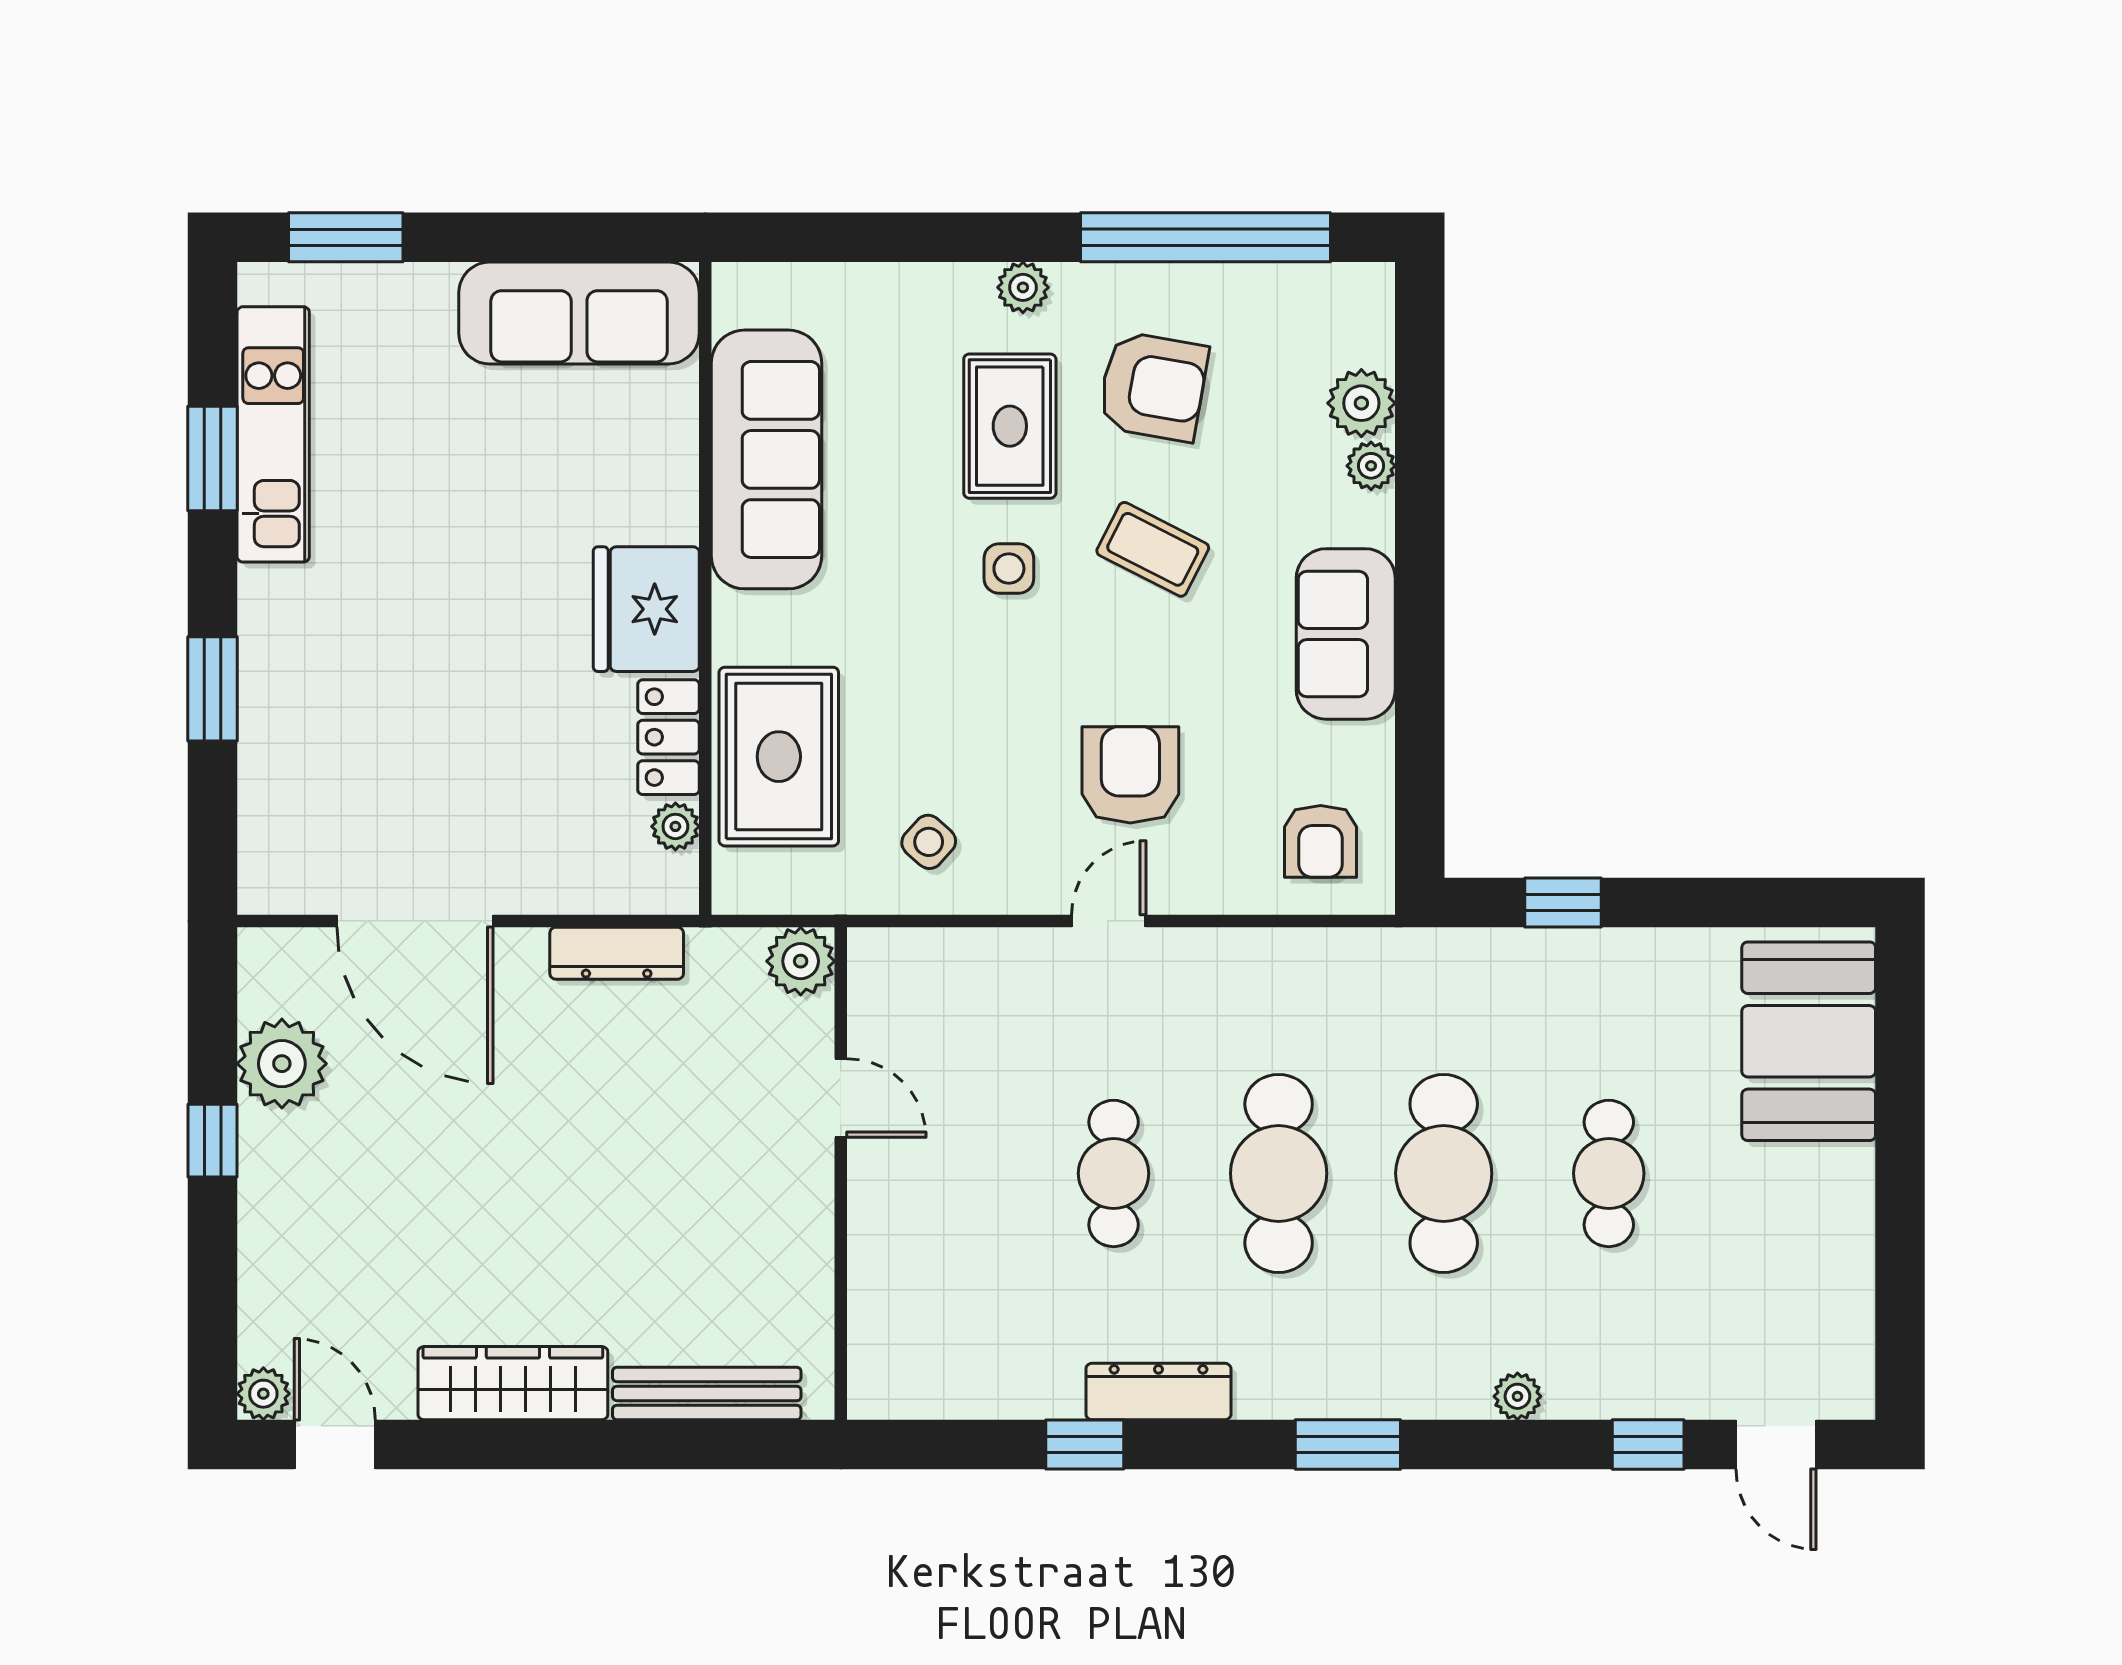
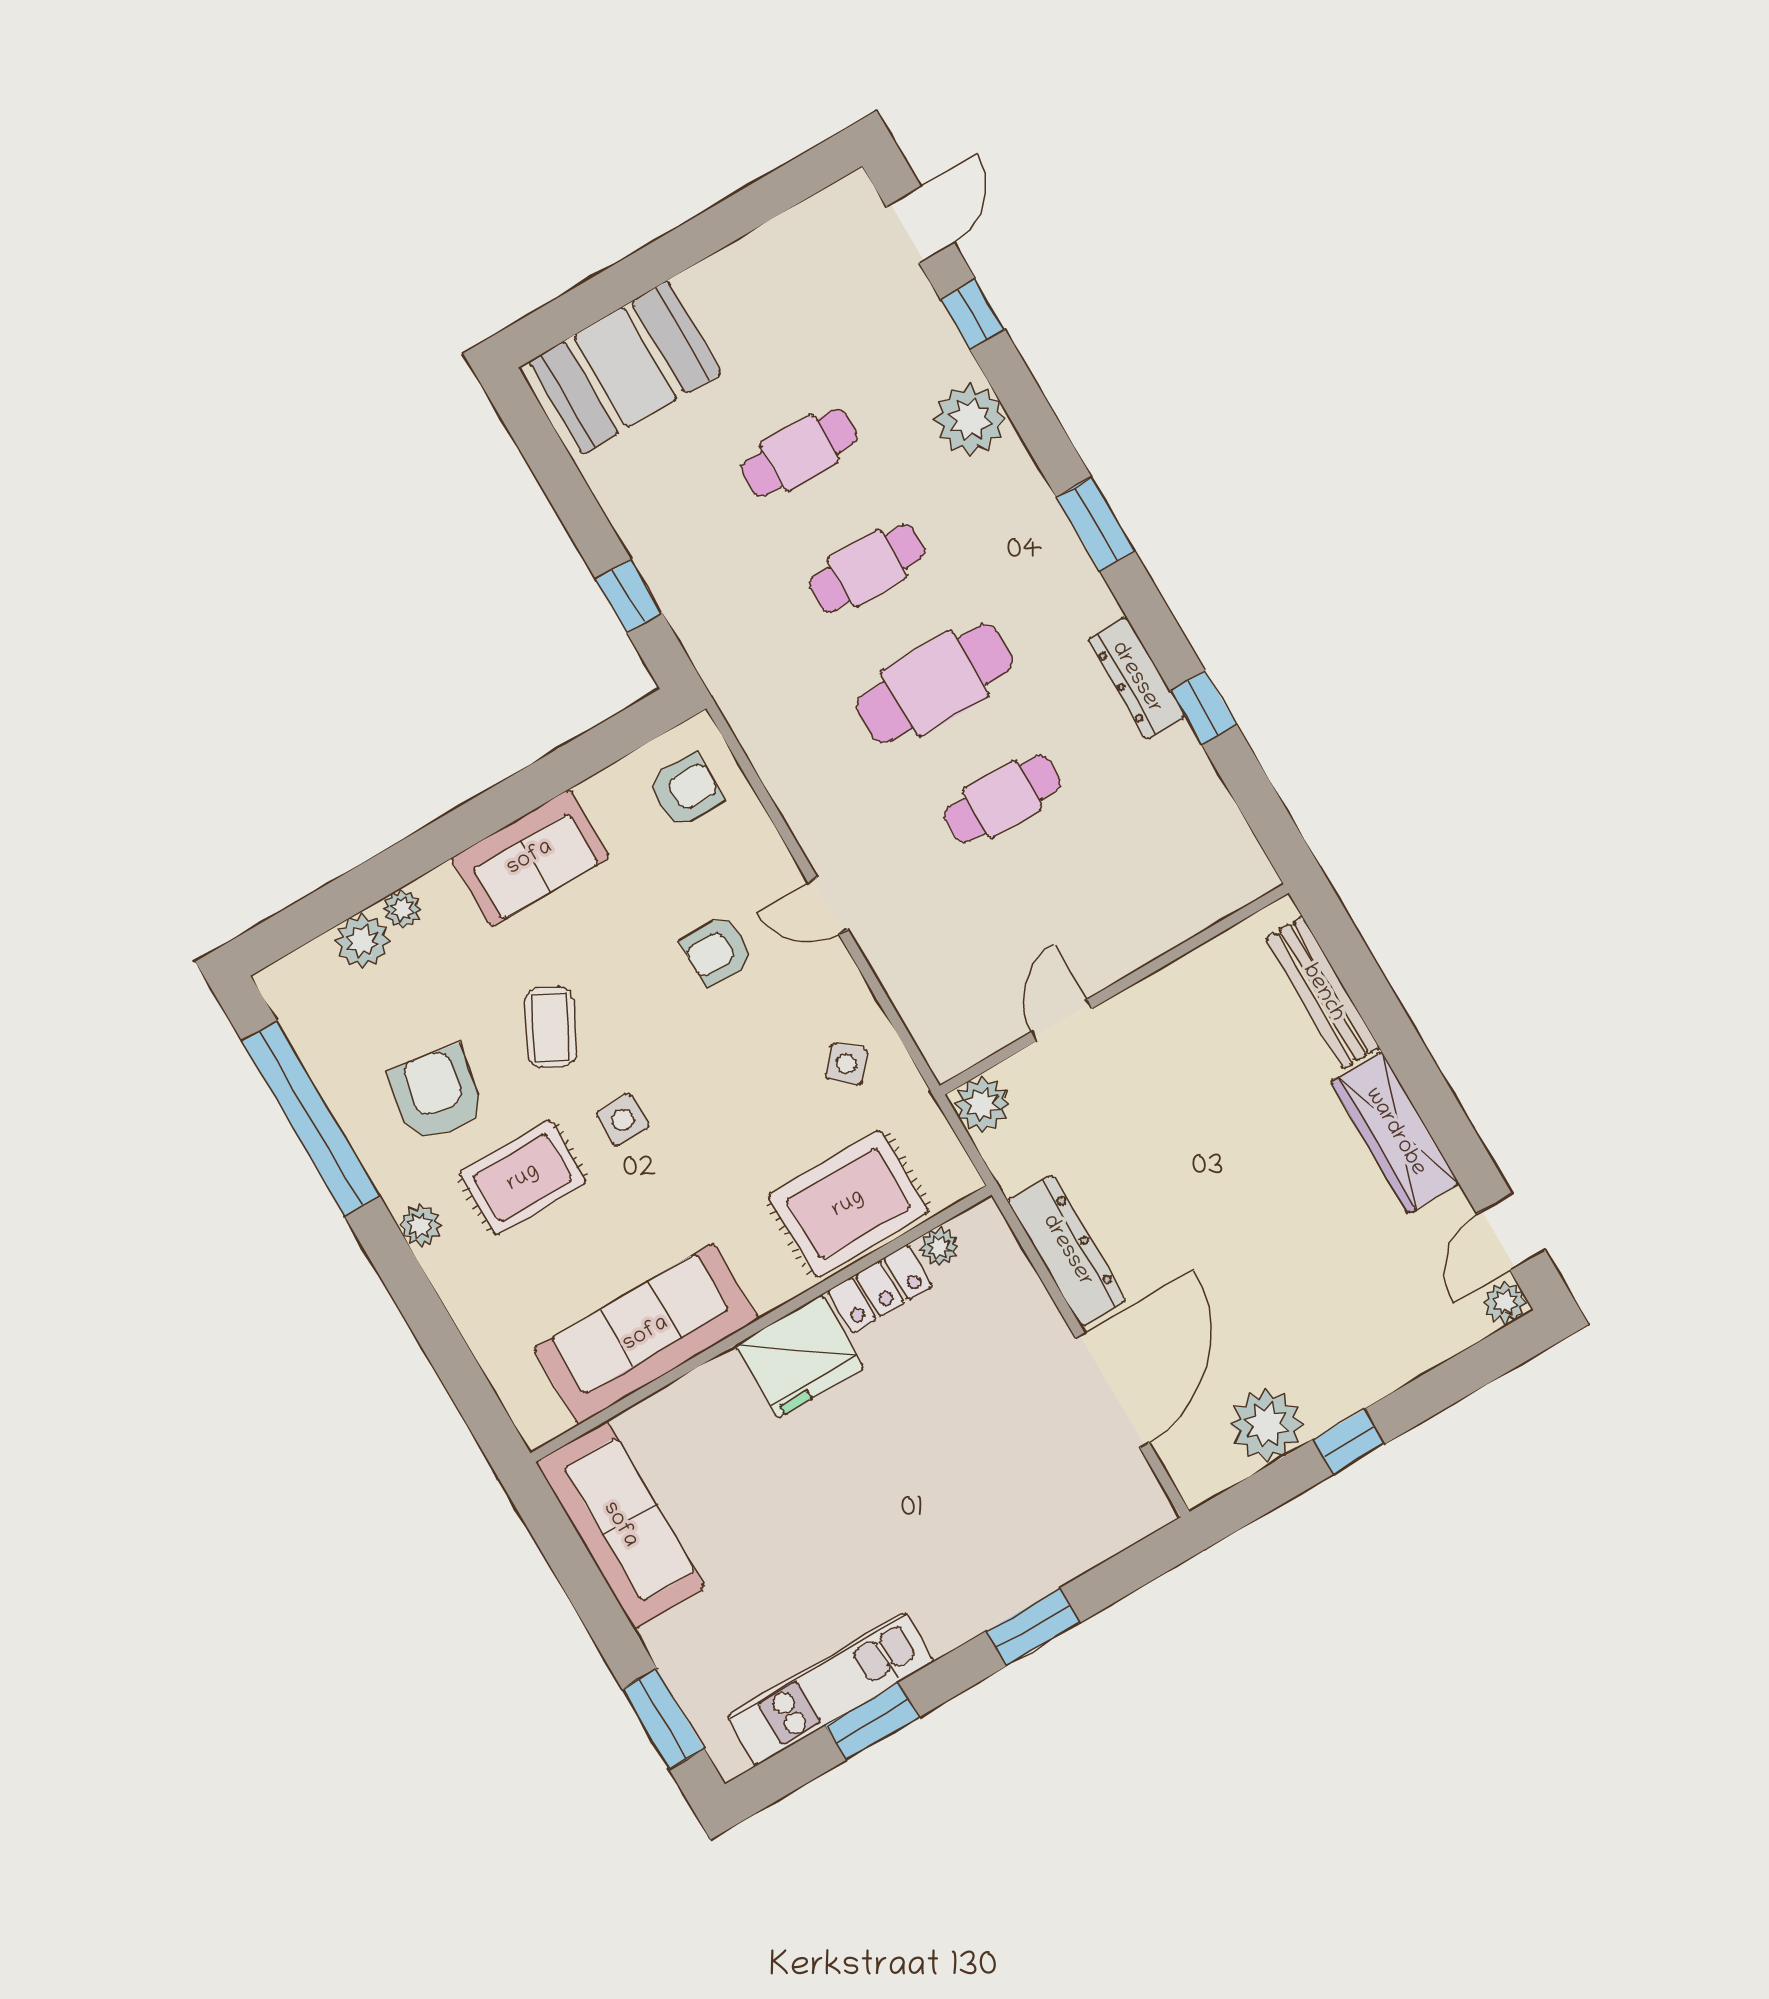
armchair: (1130, 775) -> (717, 951), width x0.72, depth x0.72
dresser: (617, 953) -> (1067, 1251), width x1.37, depth x1.24
cafe table: (1444, 1173) -> (867, 568), width x0.73, depth x0.74
plant: (1517, 1396) -> (970, 419), width x1.87, depth x1.87

